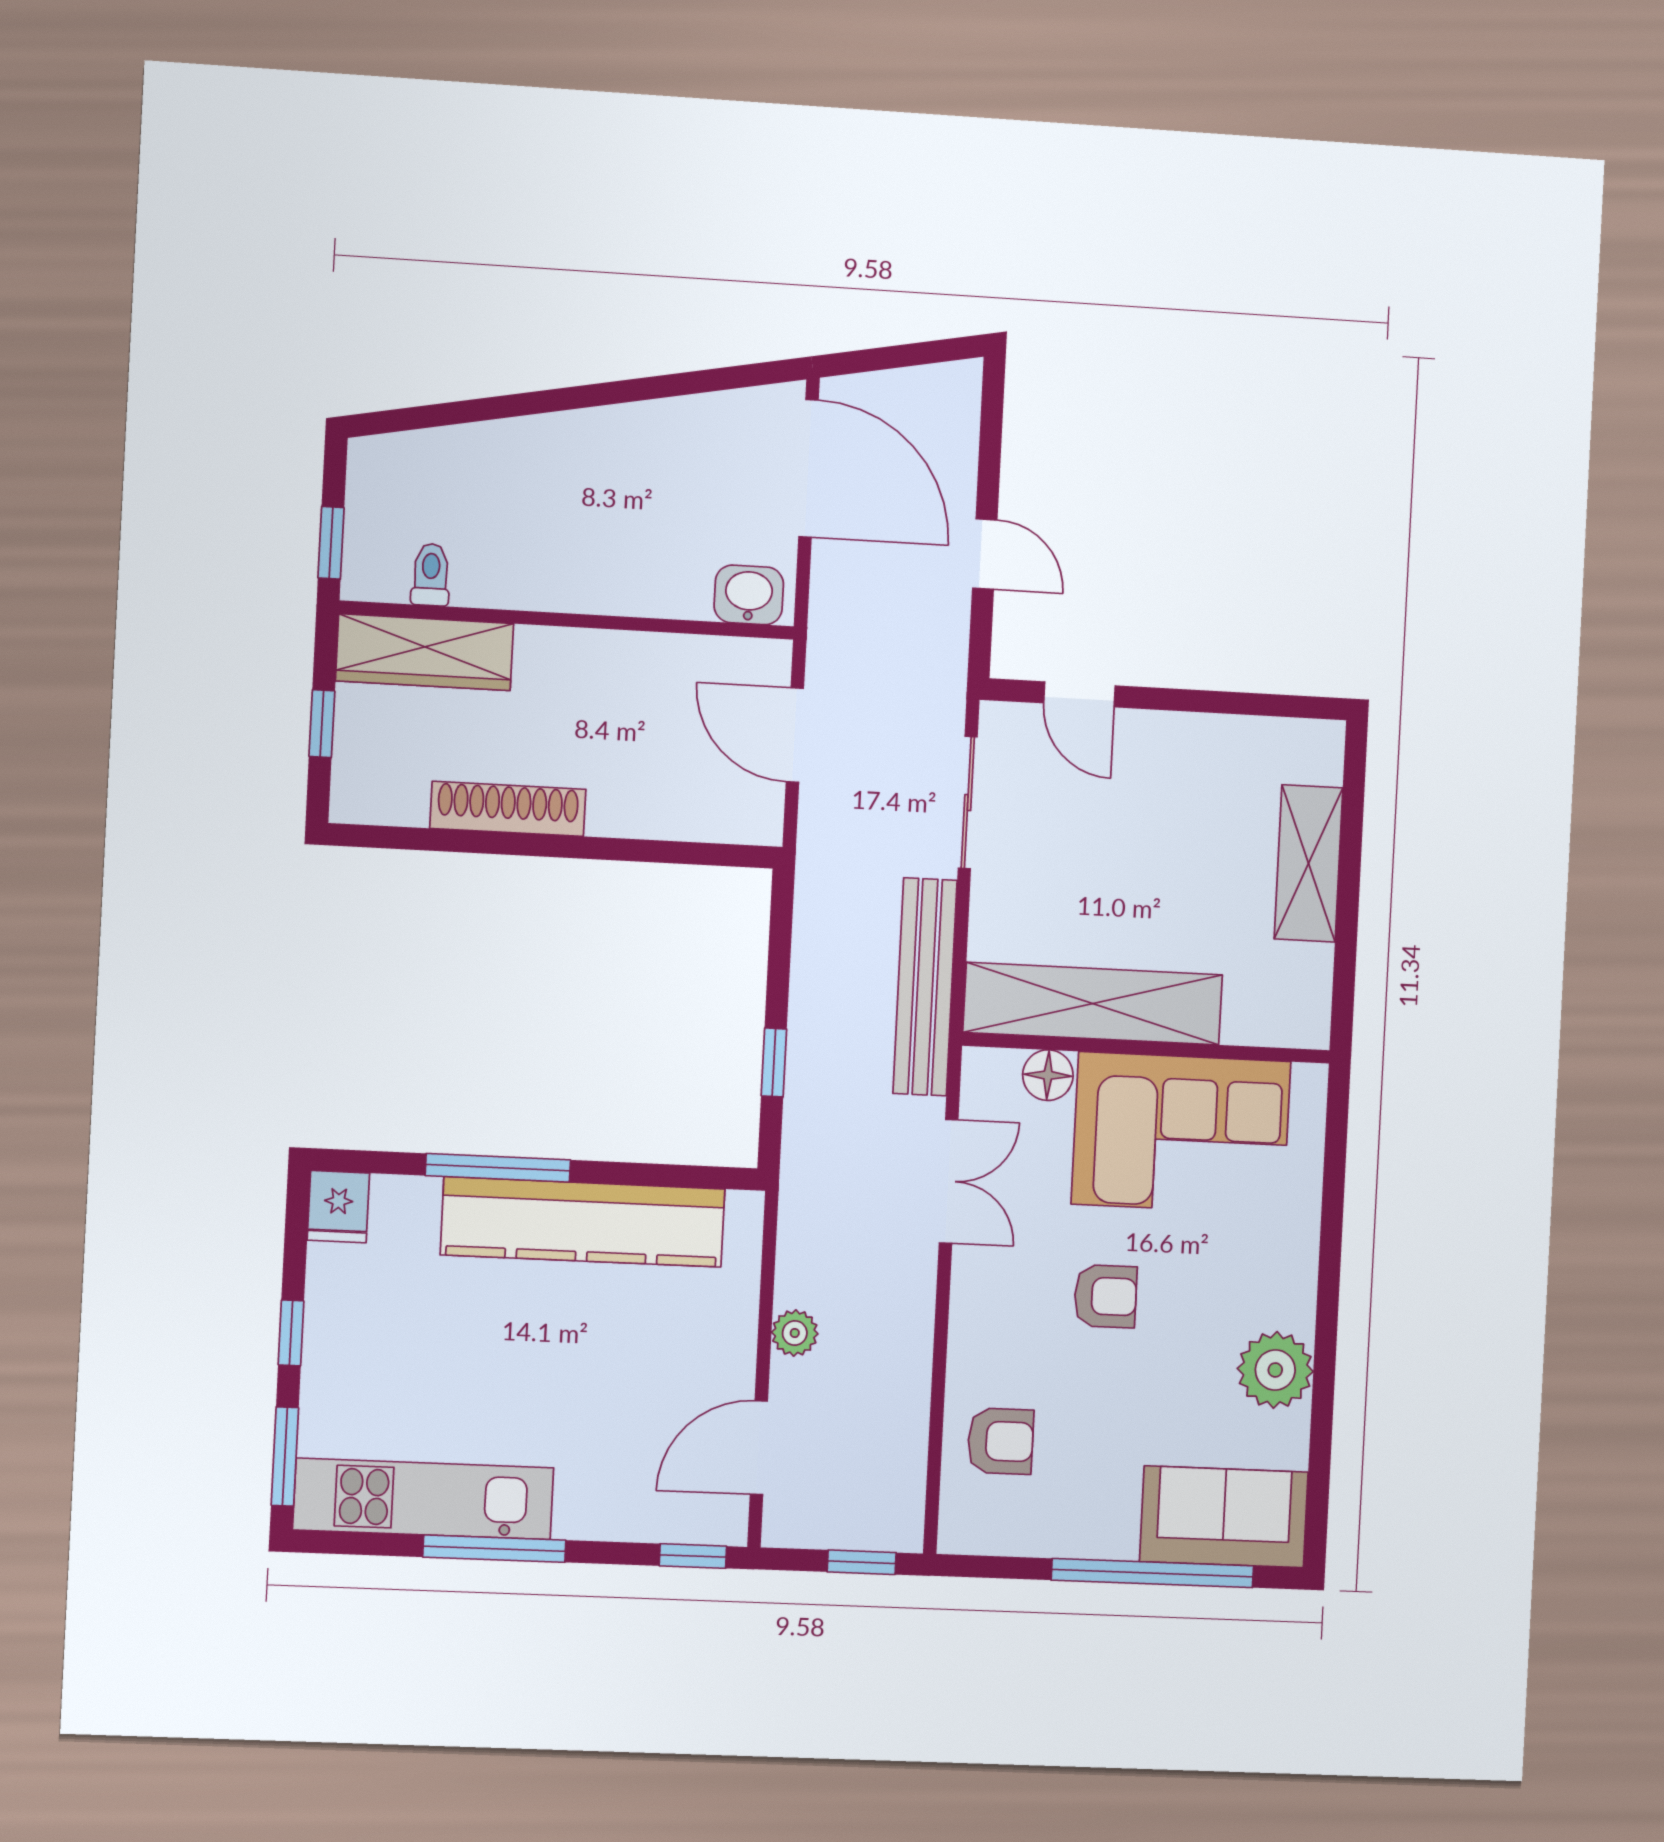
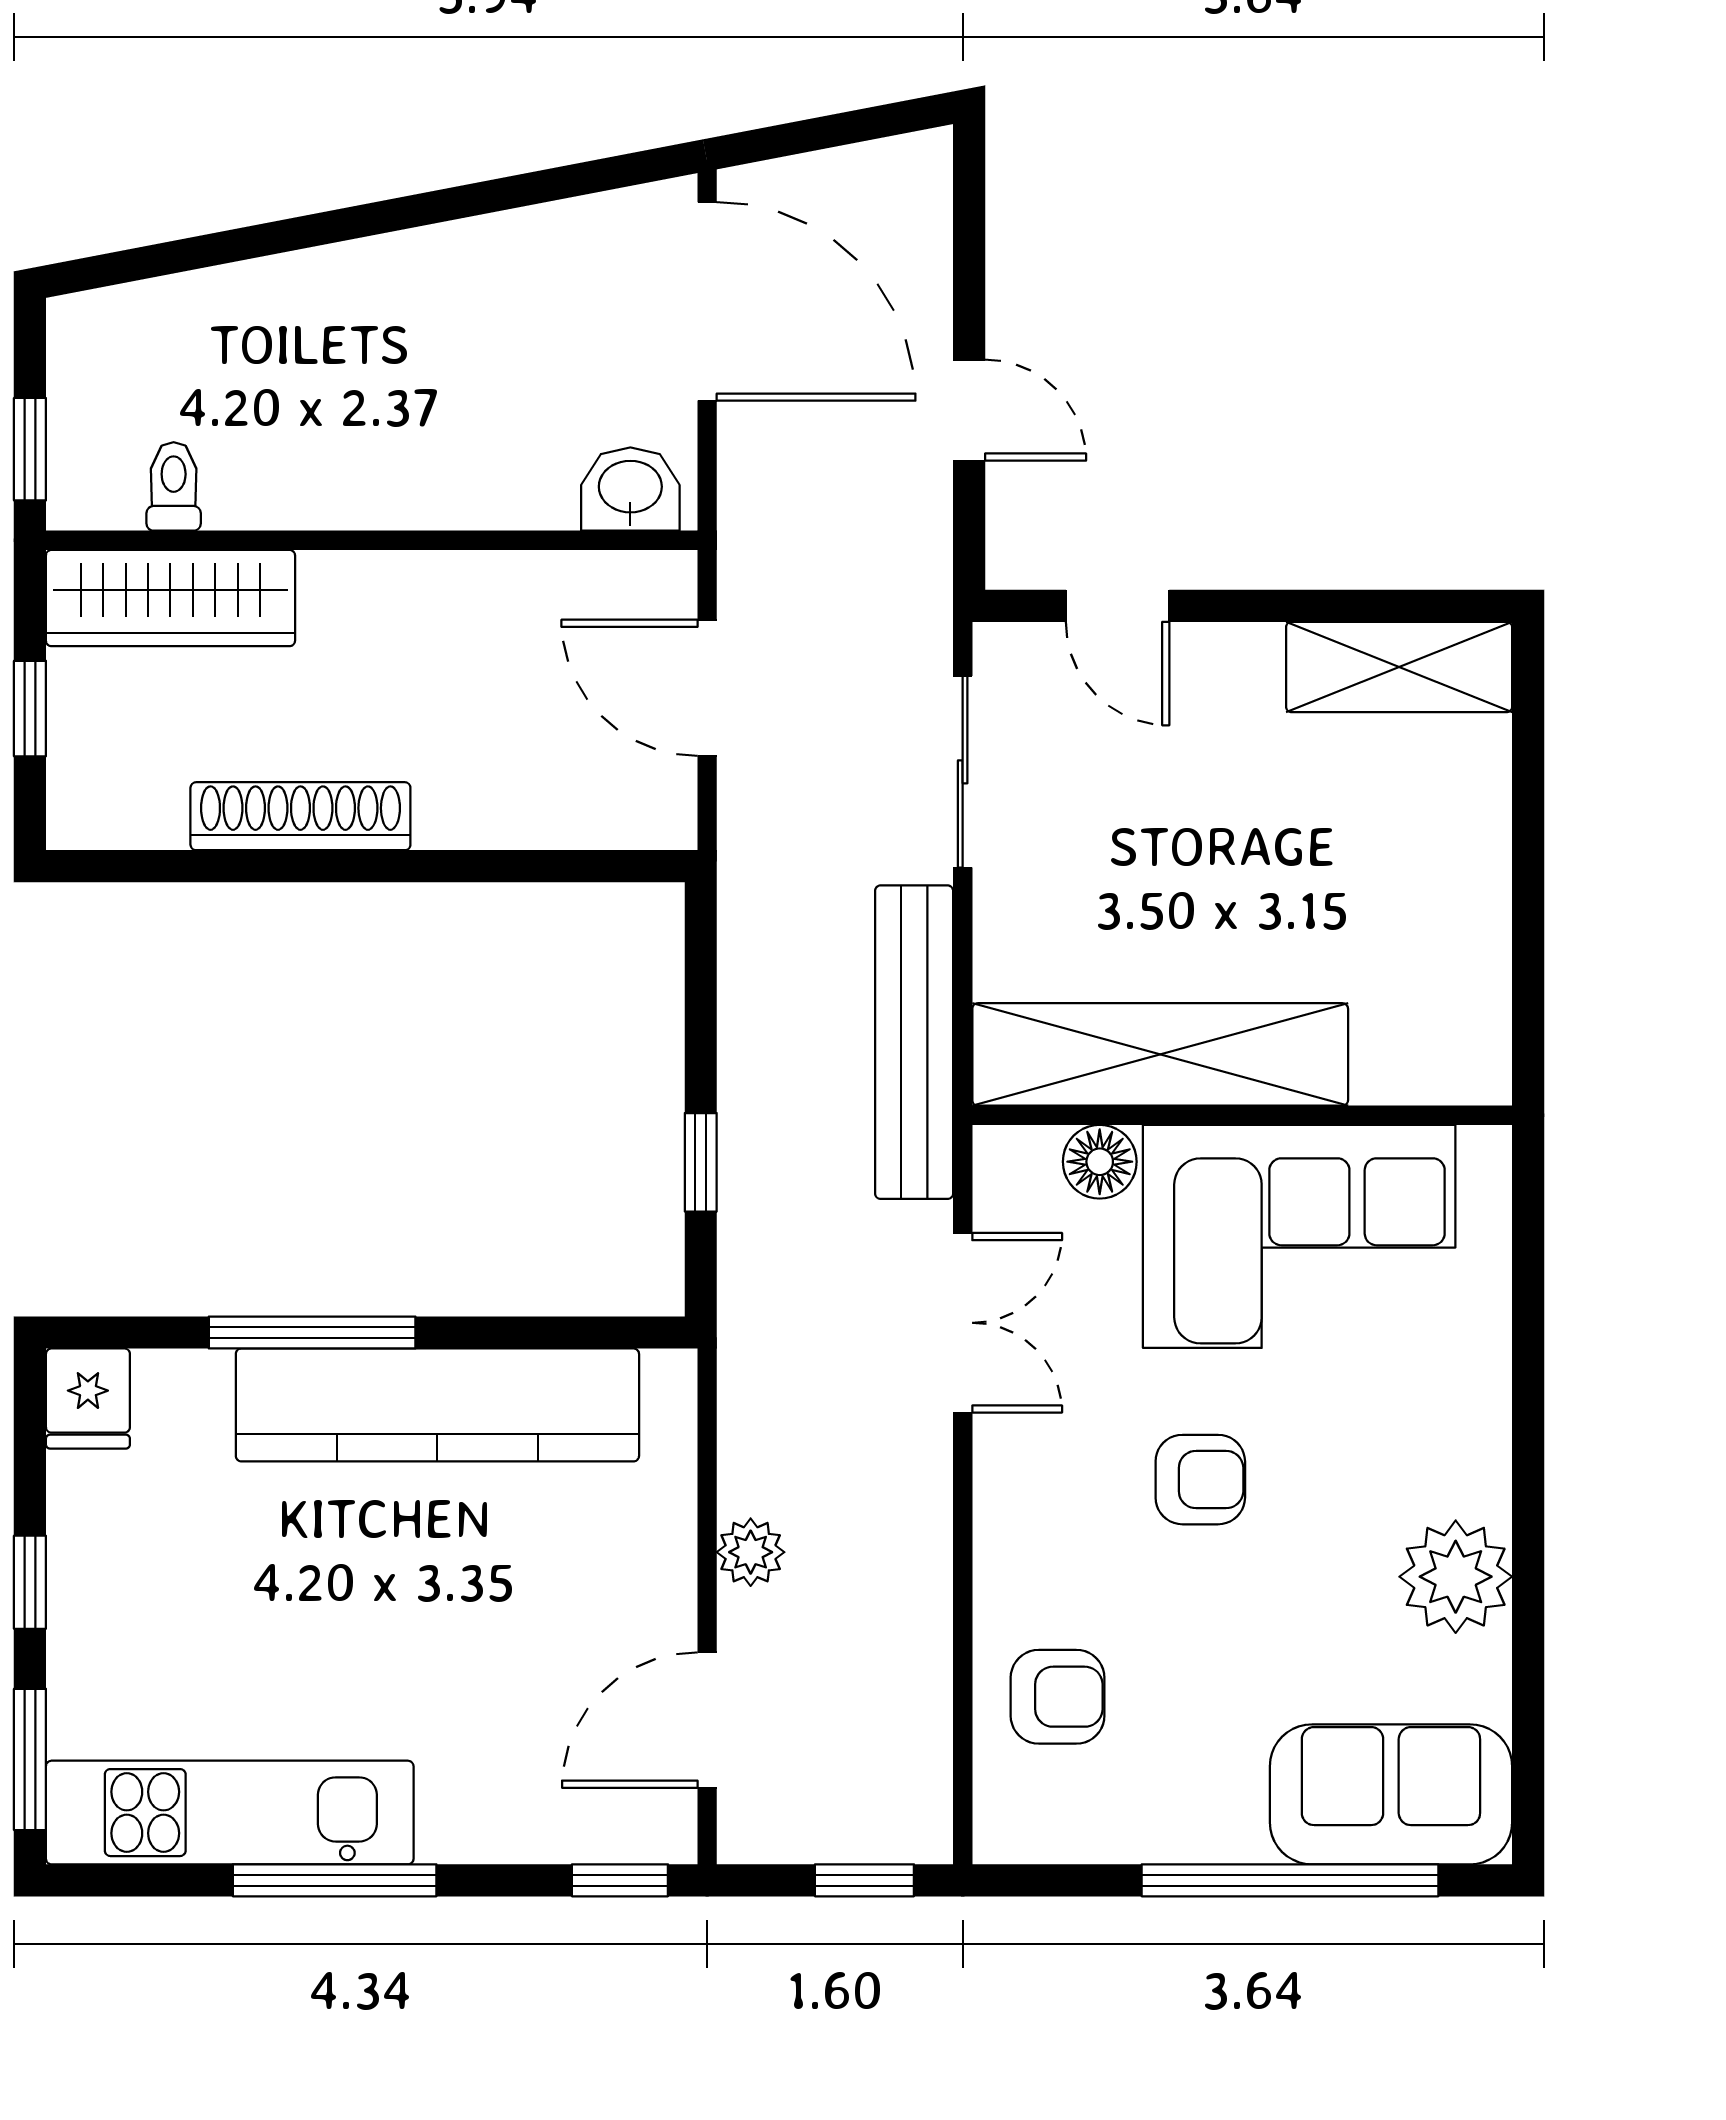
shelving: (1309, 863) -> (1399, 667), moved, turned 90

